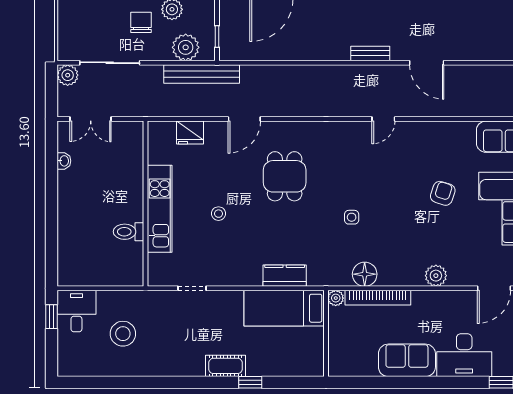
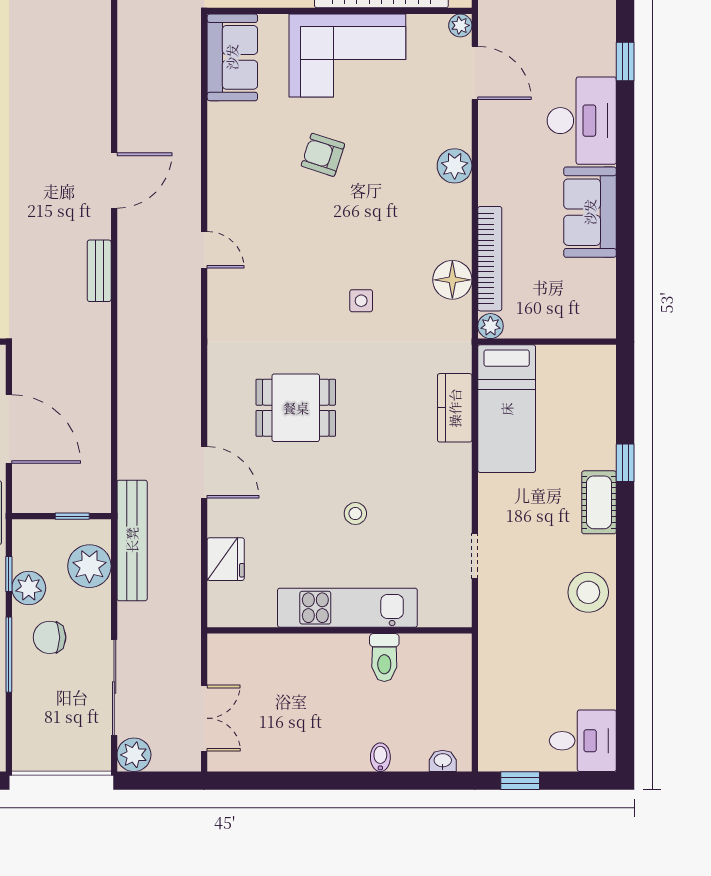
washbasin: (64, 161) -> (443, 761), moved
bidet: (66, 229) -> (380, 757), added
desk: (76, 311) -> (583, 741), moved, turned 180
stool: (123, 334) -> (588, 592), moved

